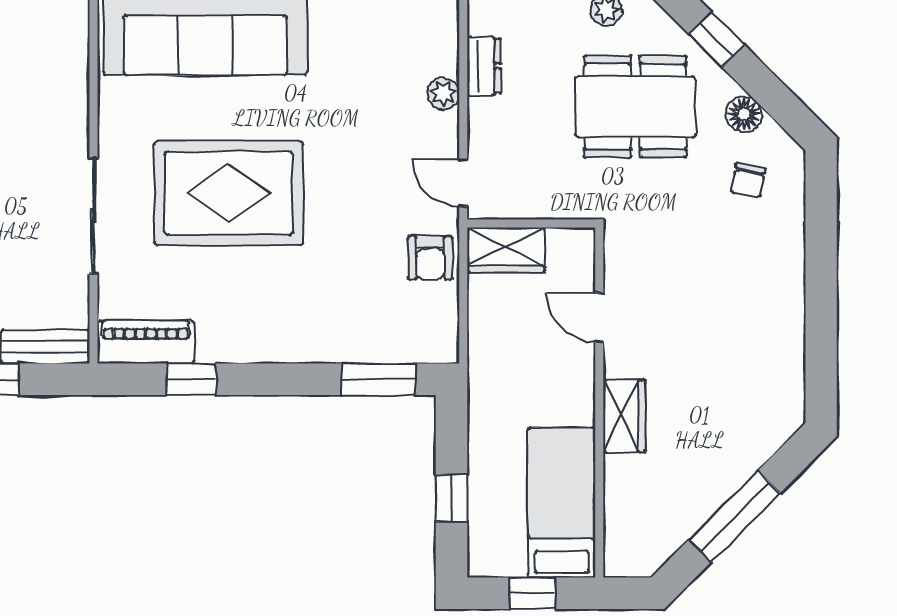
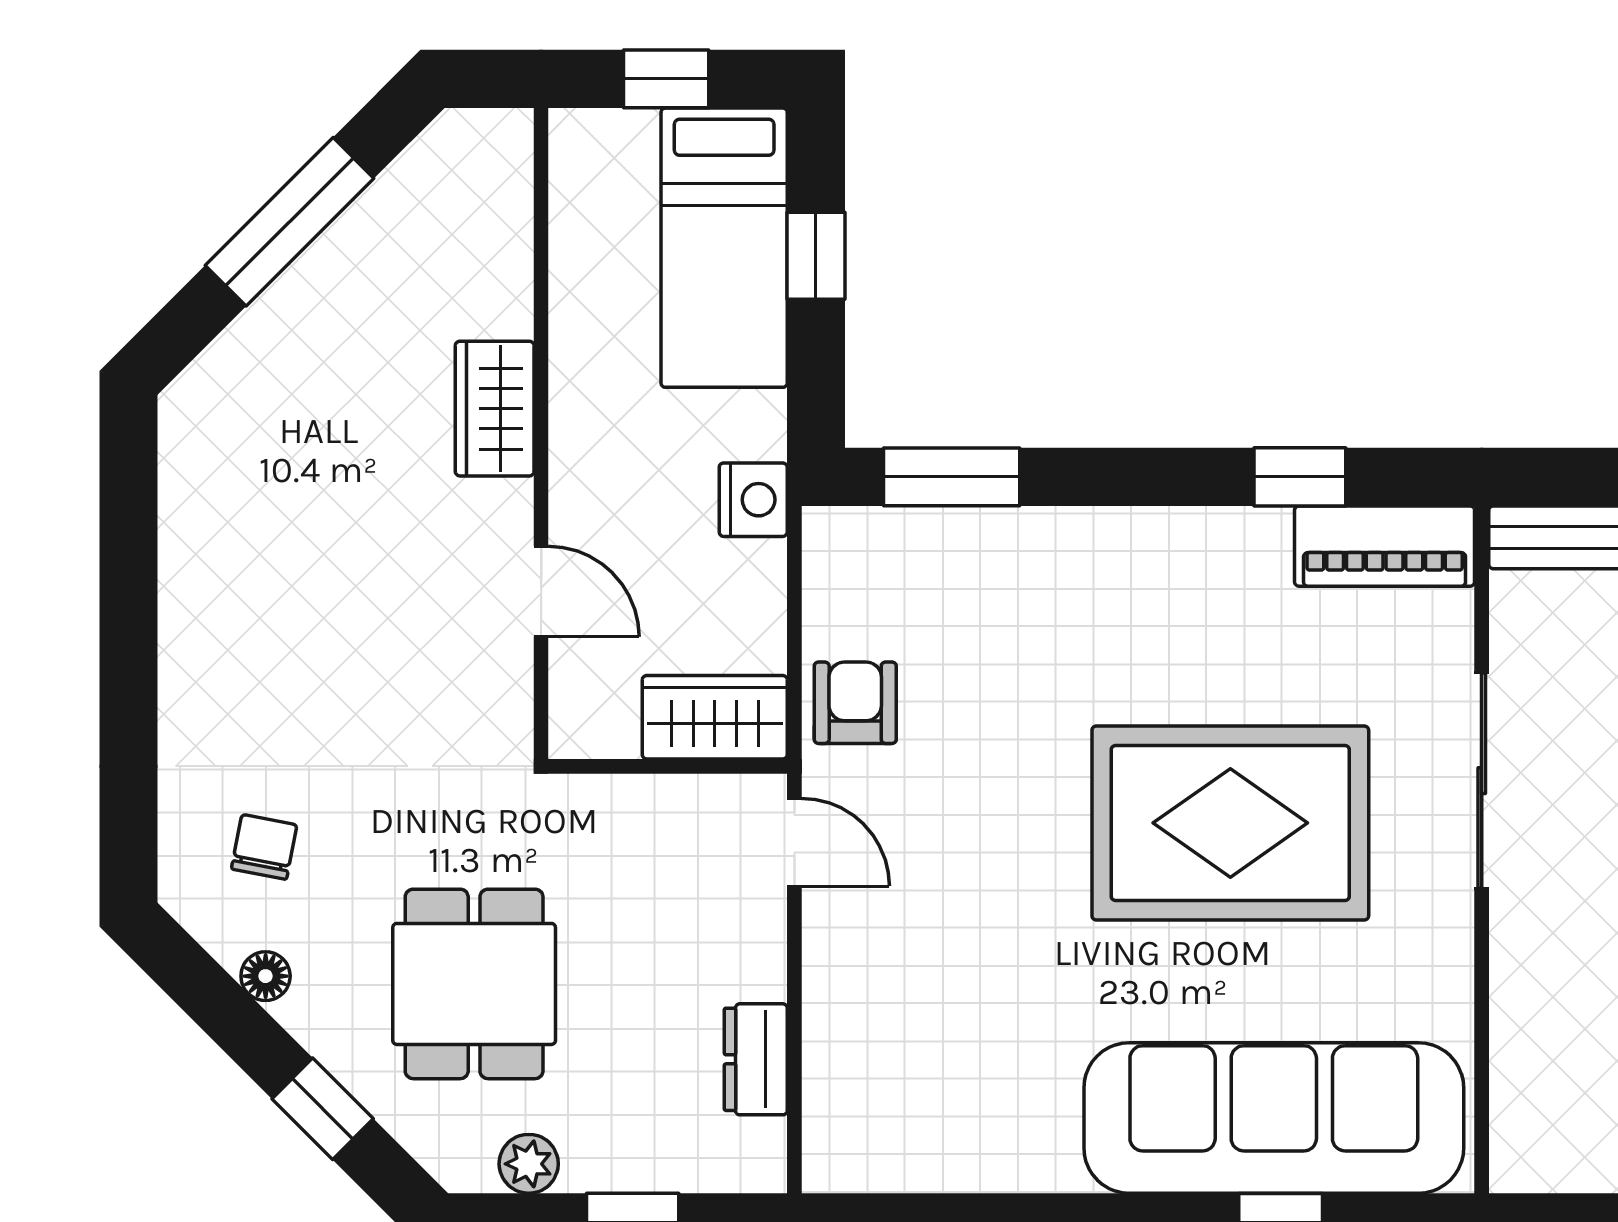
plant: (443, 94) -> (831, 1008), removed
dining table: (635, 107) -> (474, 984), width x0.73
floor lamp: (744, 114) -> (266, 976), width x0.73, depth x0.73
nightstand: (485, 367) -> (753, 500), added
bed: (562, 502) -> (724, 248), moved

